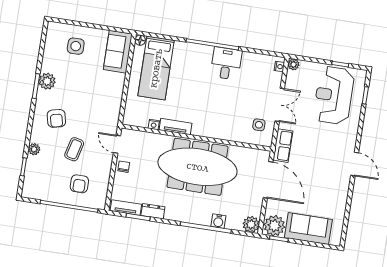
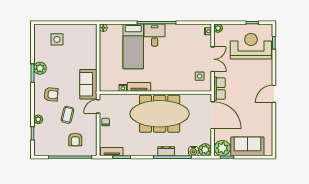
sofa: (118, 52) -> (88, 84), moved
desk: (226, 63) -> (155, 35), moved
bed: (156, 68) -> (133, 46), moved
reception desk: (334, 95) -> (251, 46), turned 90
armchair: (56, 118) -> (51, 94), turned -73
door: (117, 144) -> (98, 106), hinge flipped
door: (355, 164) -> (274, 94), swing flipped
dresser: (153, 211) -> (166, 151), moved
water cooler: (218, 221) -> (193, 151), moved

